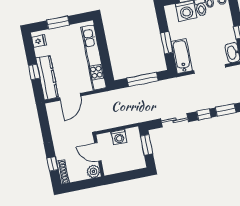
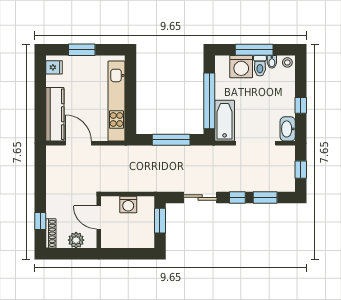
window: (166, 43) -> (209, 101), width x2.11
window: (34, 72) -> (40, 104), removed
door: (70, 97) -> (78, 143), swing flipped
plant: (93, 171) -> (76, 240), moved

